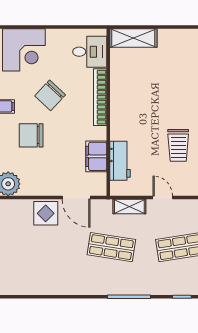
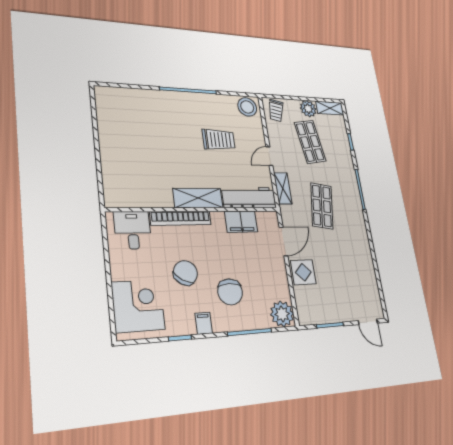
shelving: (133, 38) -> (198, 198), moved, turned 90
chair: (50, 95) -> (185, 273), turned -103
workbench: (120, 161) -> (249, 197), width x1.38

